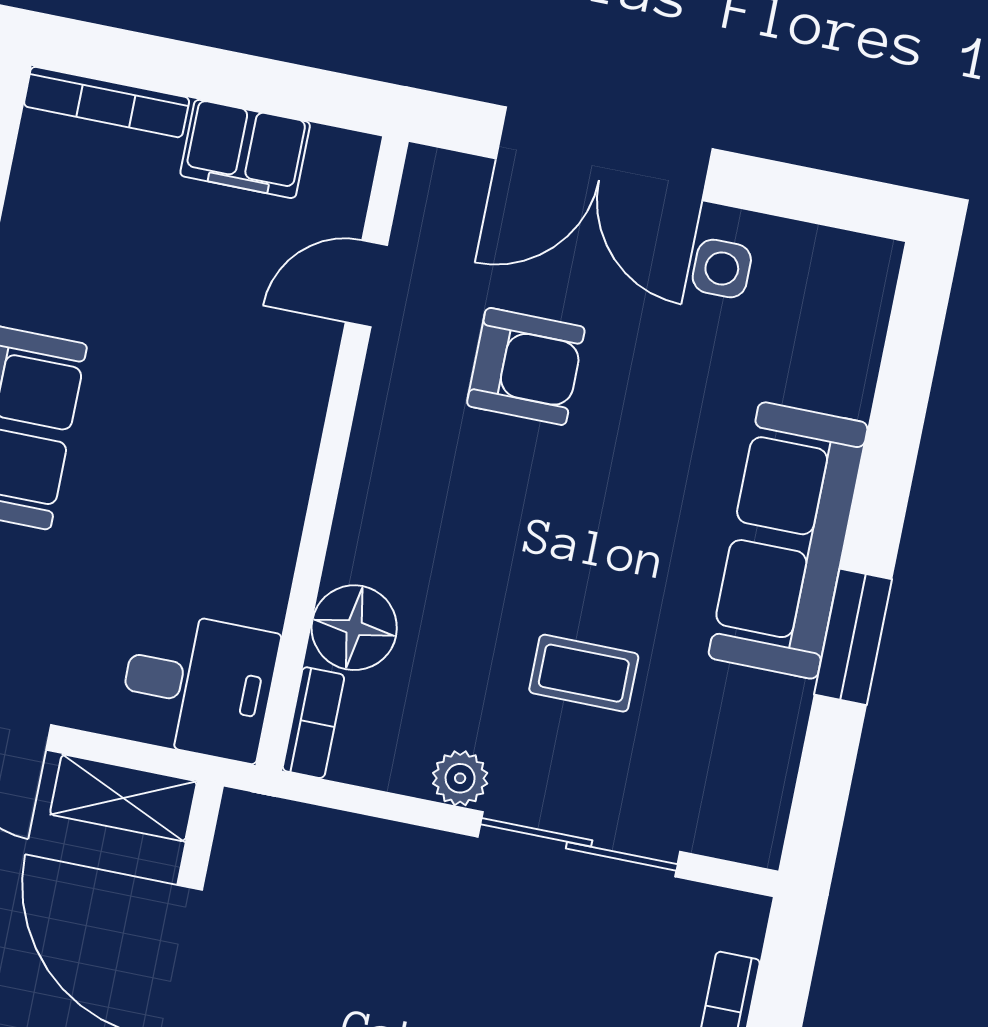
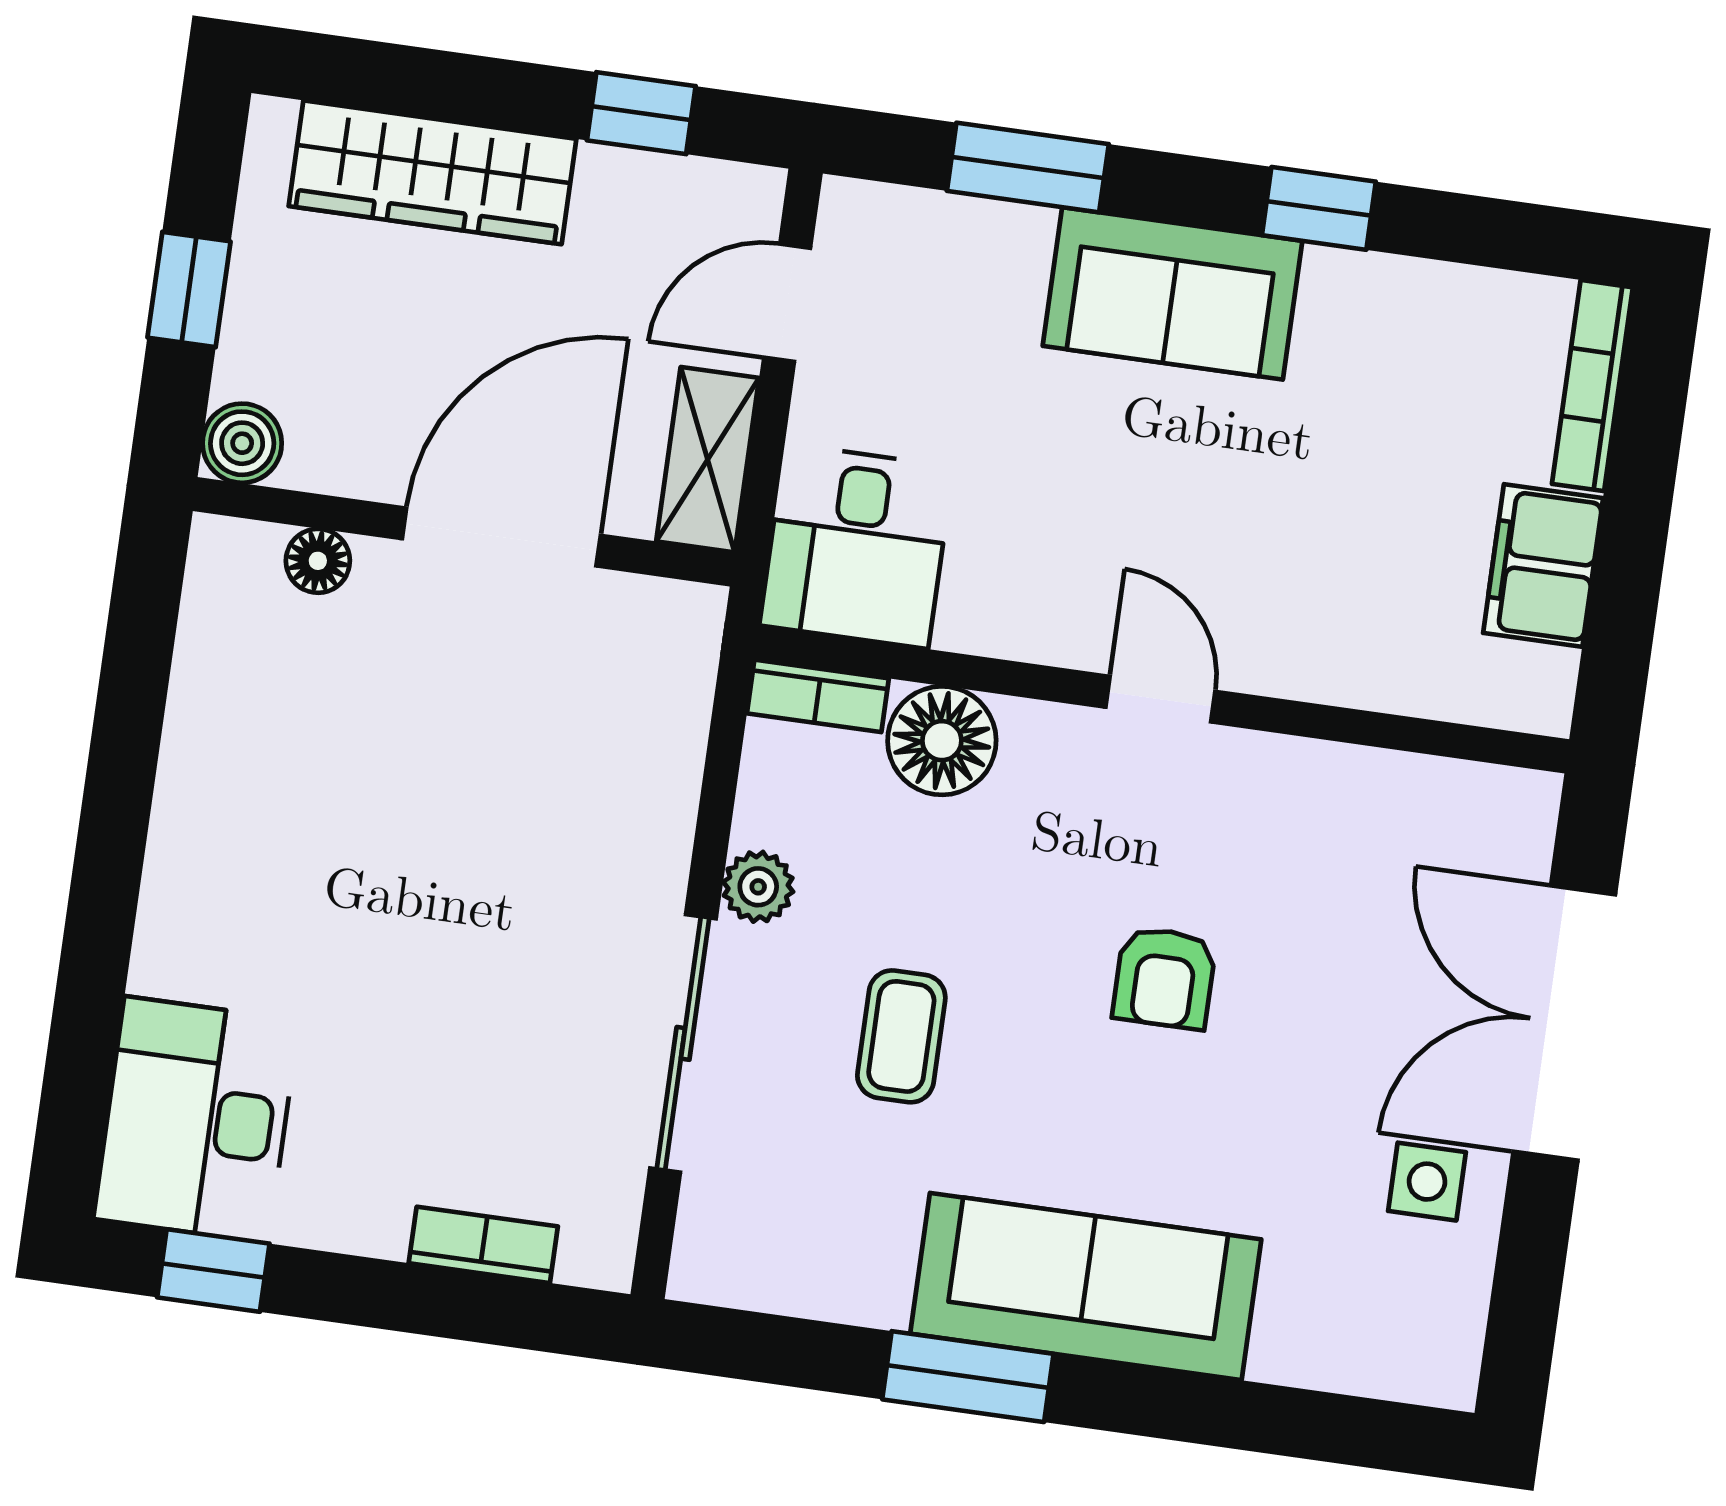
door: (366, 284) -> (1160, 699), moved
armchair: (526, 366) -> (1164, 978), moved, width x0.72, depth x0.72

